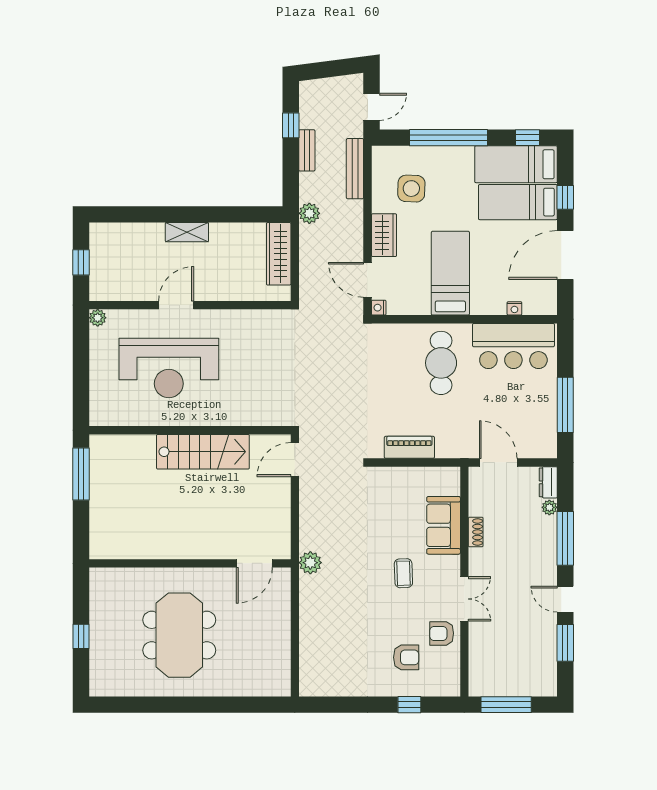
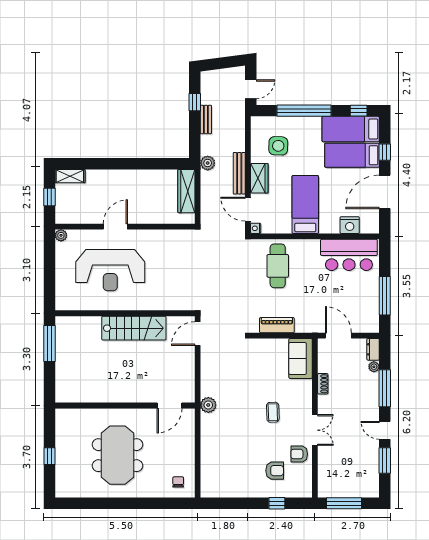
bench: (355, 169) -> (239, 173), moved
shelving: (187, 232) -> (70, 176), moved
nightstand: (514, 308) -> (350, 225), width x1.89, depth x1.79
cafe table: (441, 363) -> (278, 266), moved
sofa: (444, 525) -> (301, 358), moved
chair: (267, 674) -> (178, 482), added

